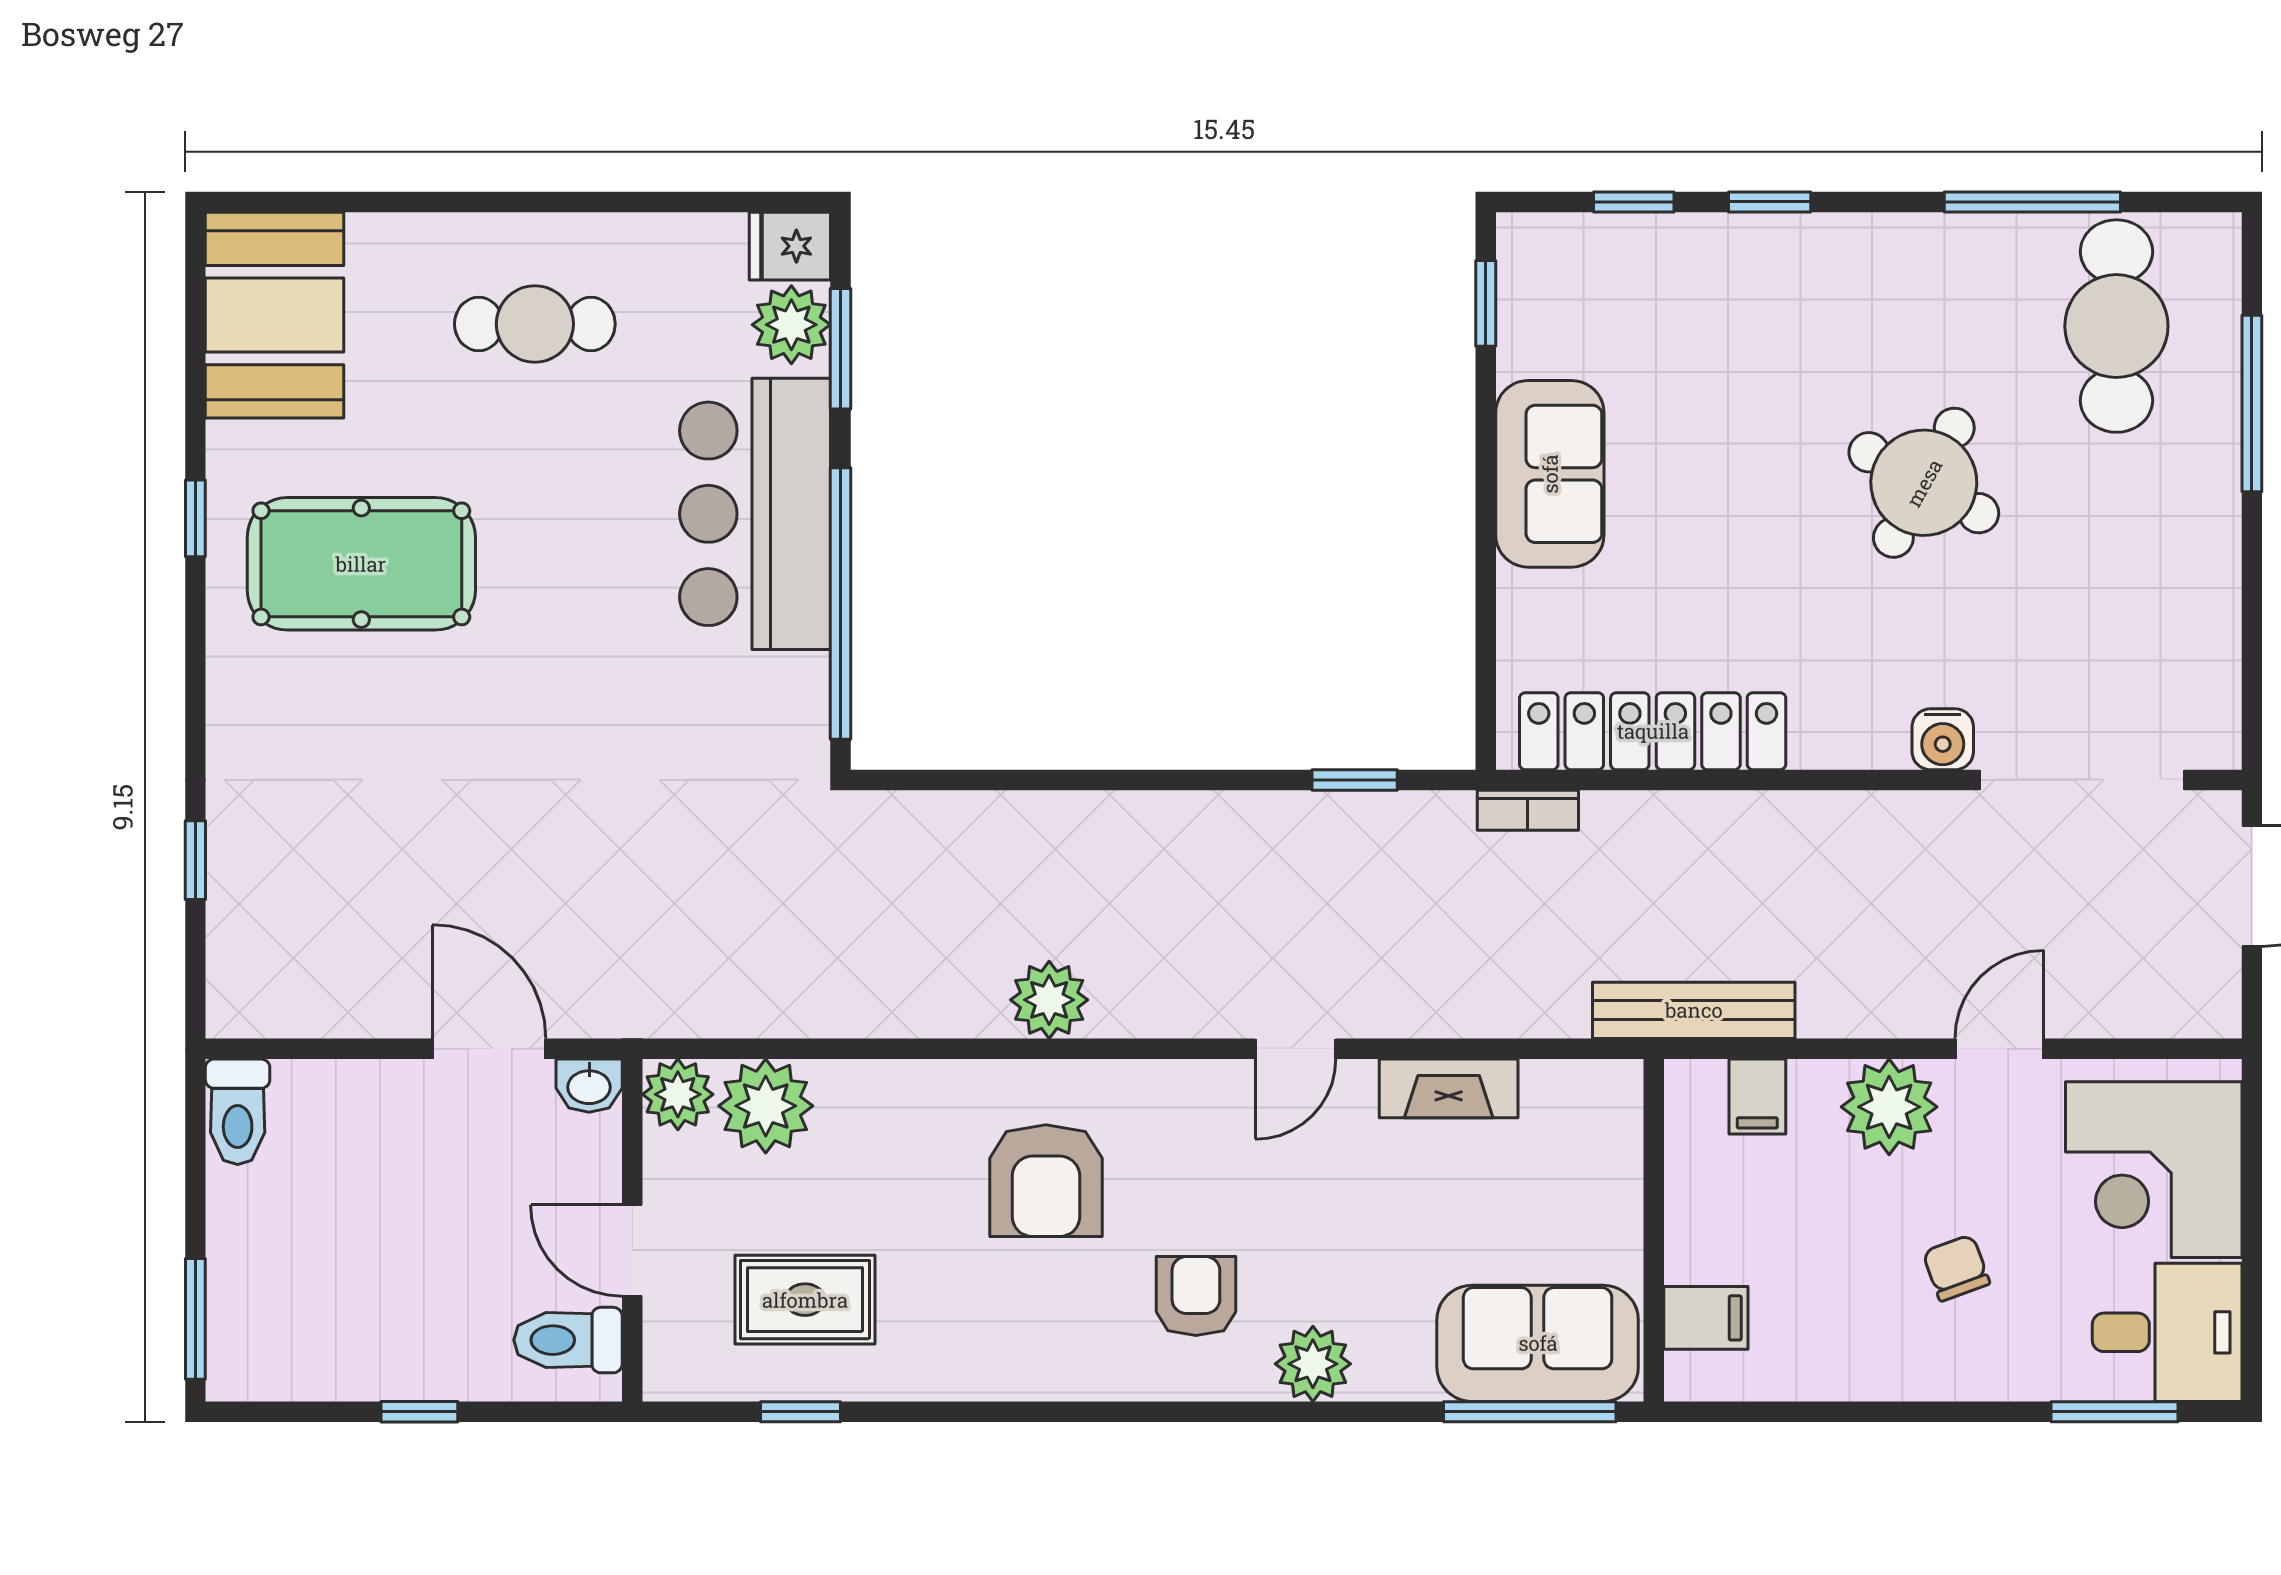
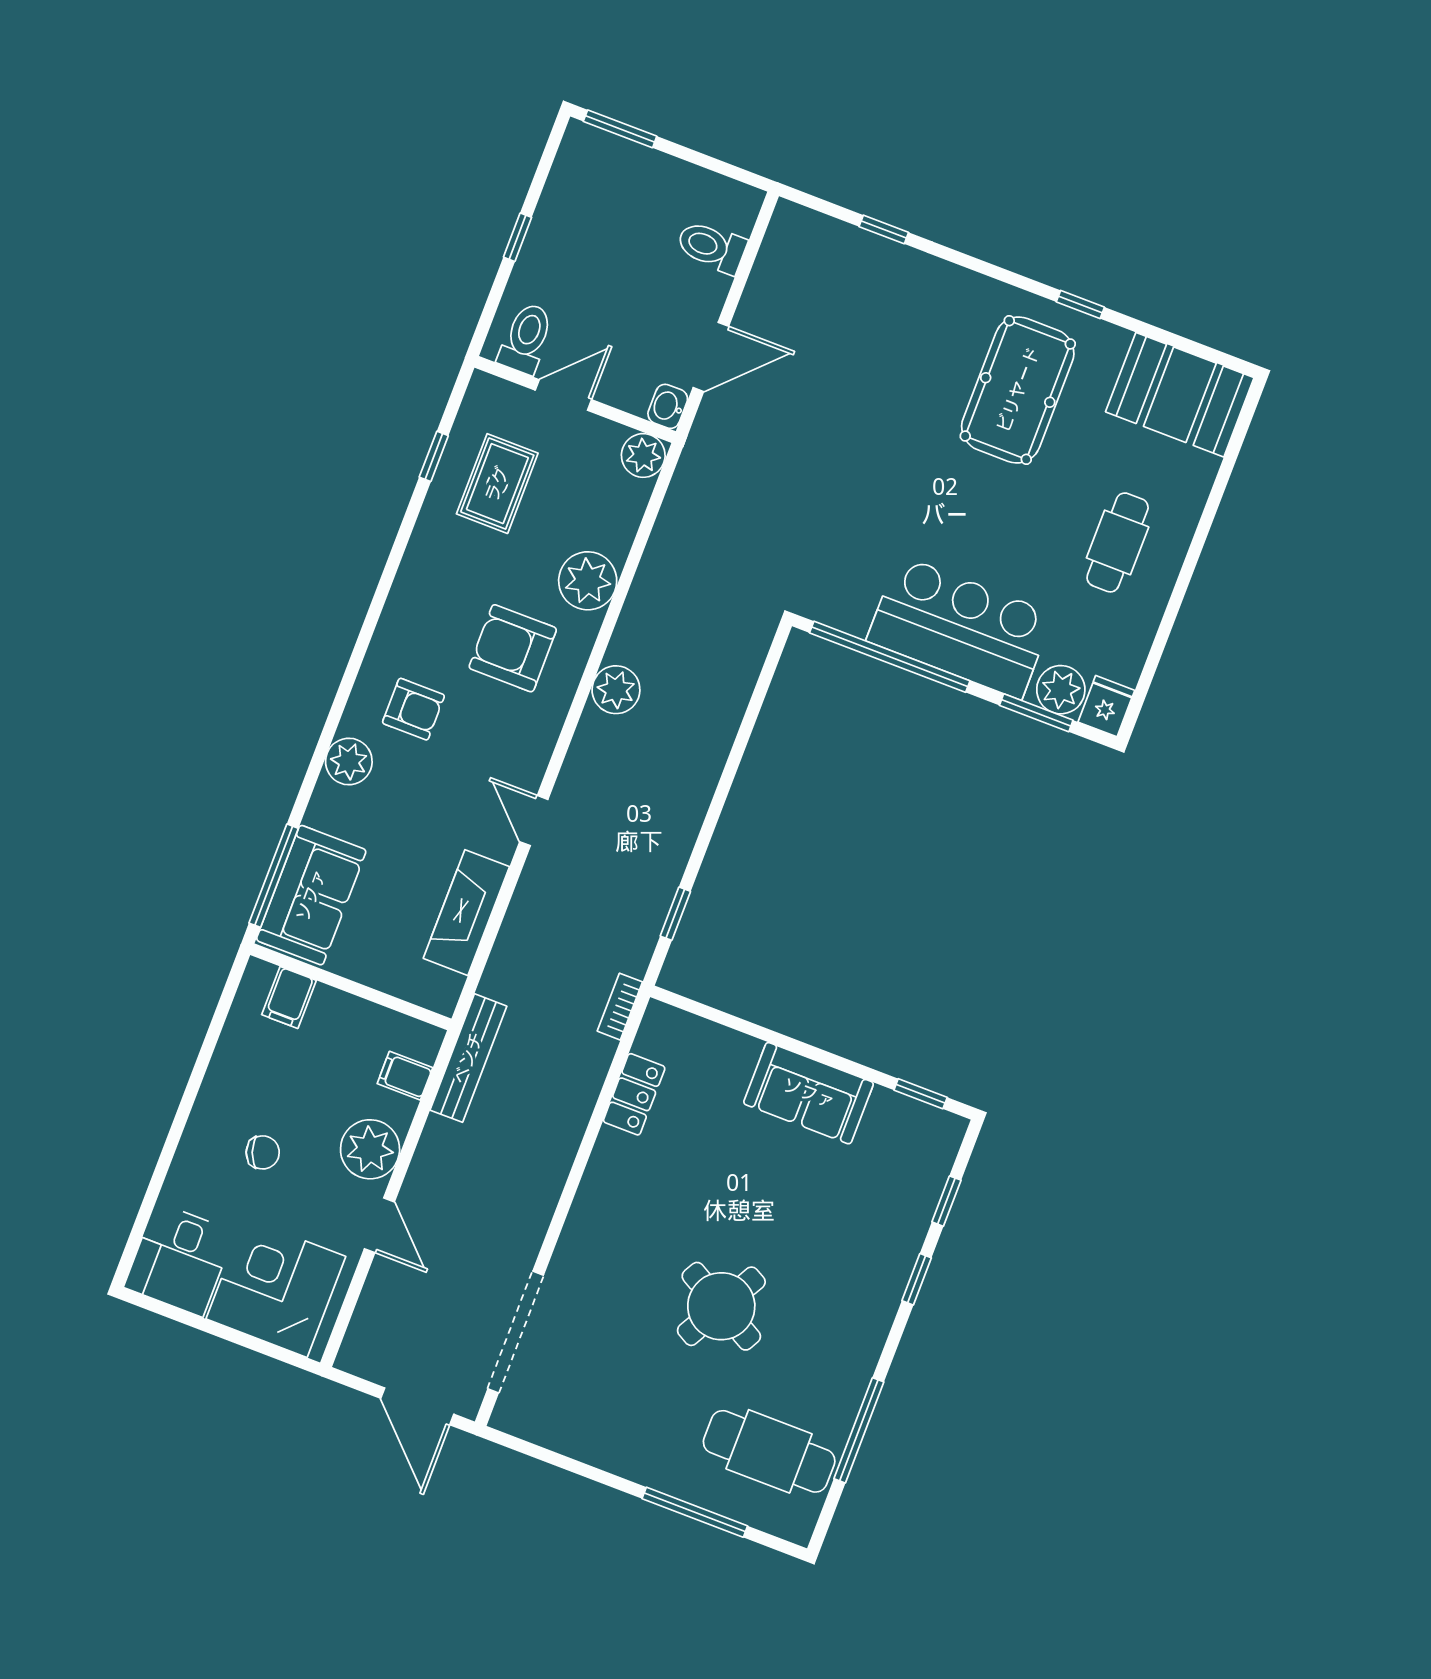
locker: (1653, 731) -> (634, 1094), width x0.46, depth x0.83
water cooler: (1943, 739) -> (570, 1261), removed
fireplace: (1449, 1088) -> (466, 913), width x1.37, depth x1.32
plant: (766, 1106) -> (588, 581), moved
toilet: (238, 1112) -> (711, 247), moved
window: (2114, 1412) -> (145, 1212), removed

